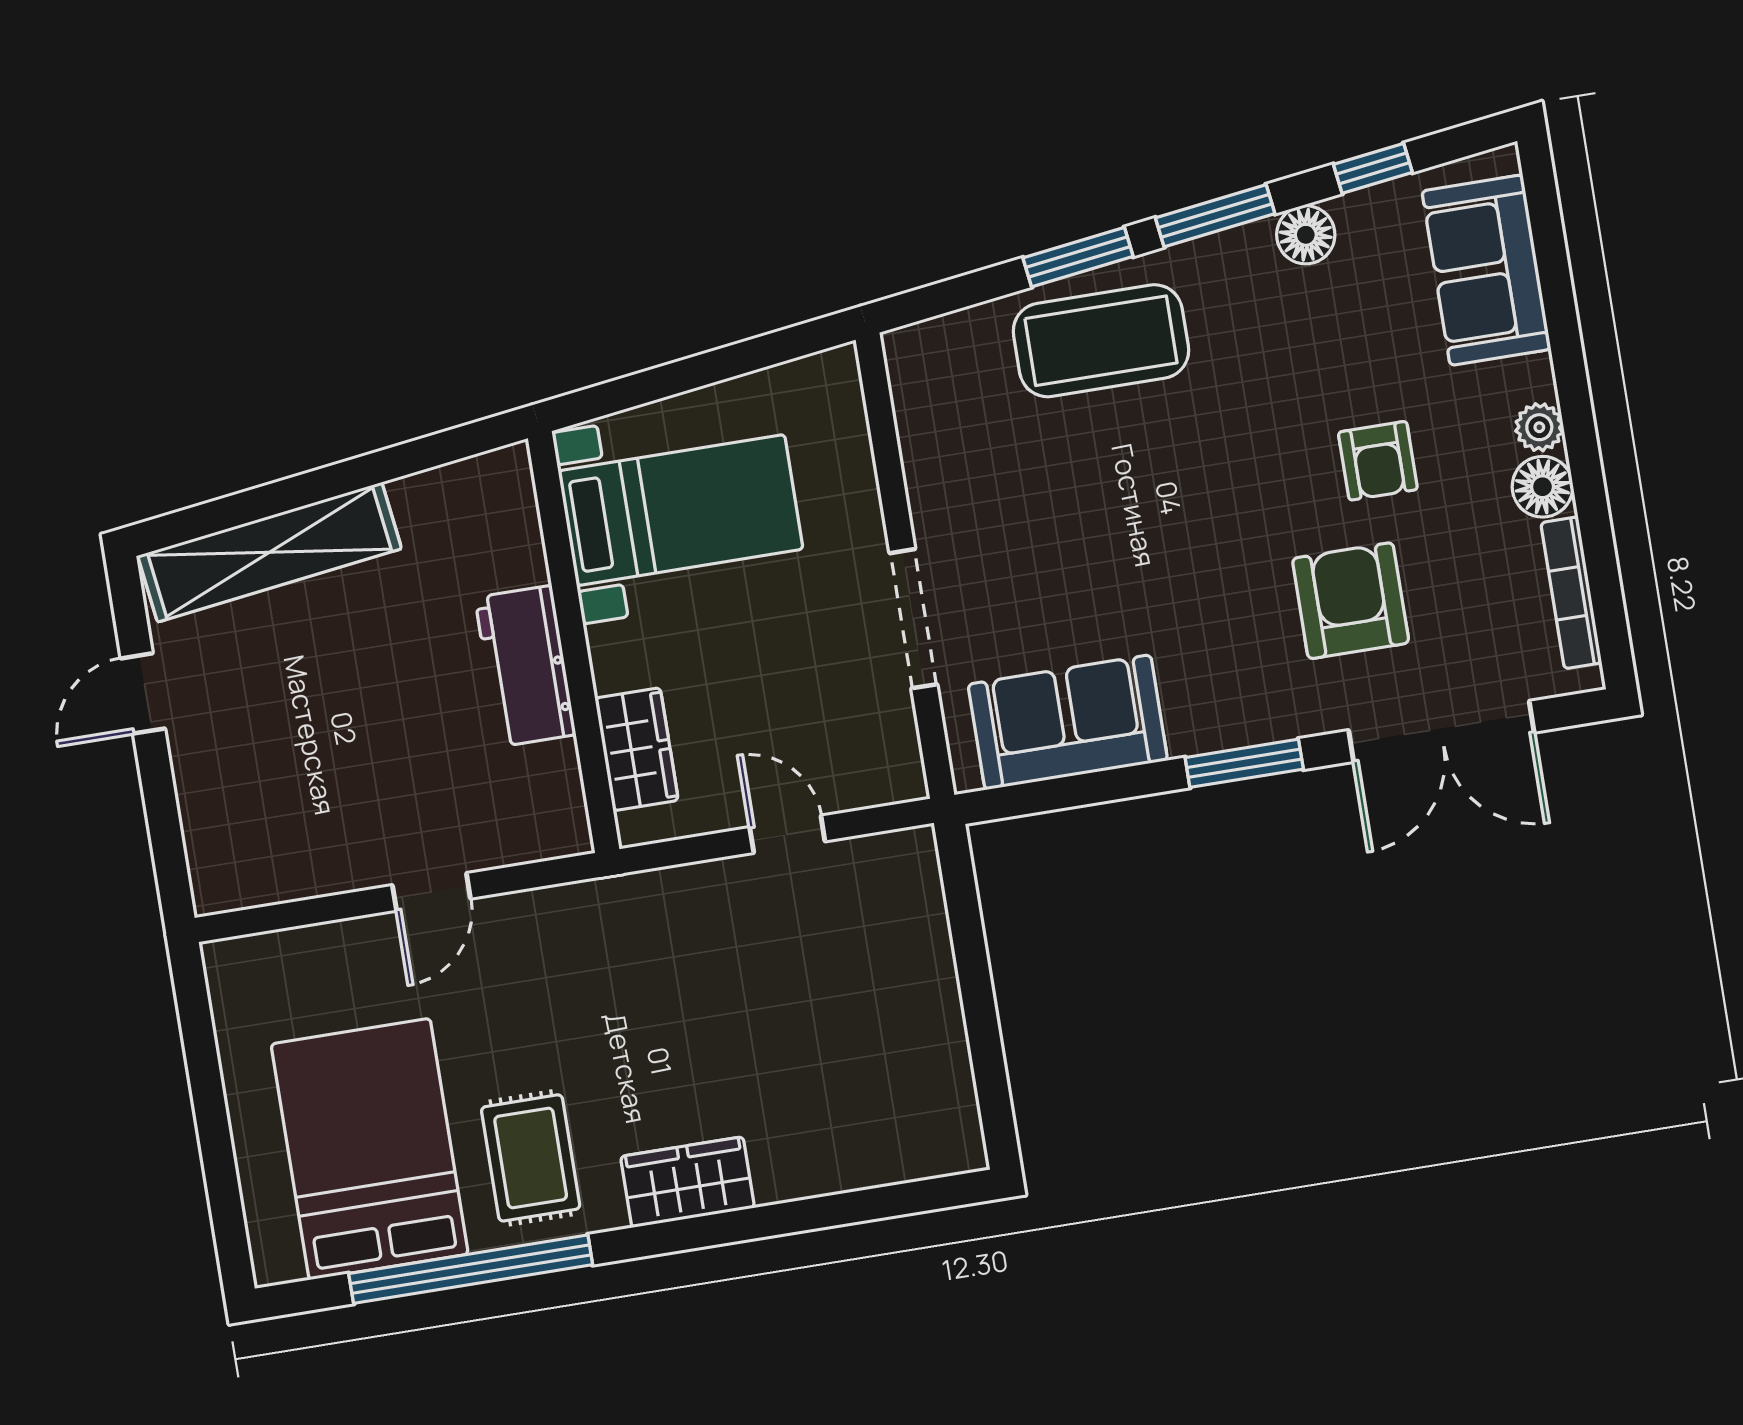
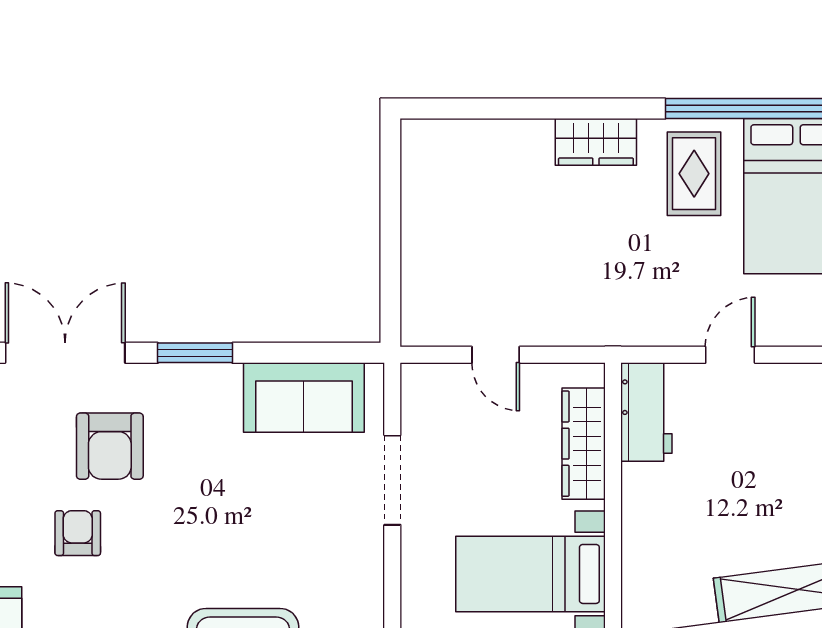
workbench: (525, 666) -> (646, 412), moved
wardrobe: (637, 749) -> (584, 444), width x1.50

